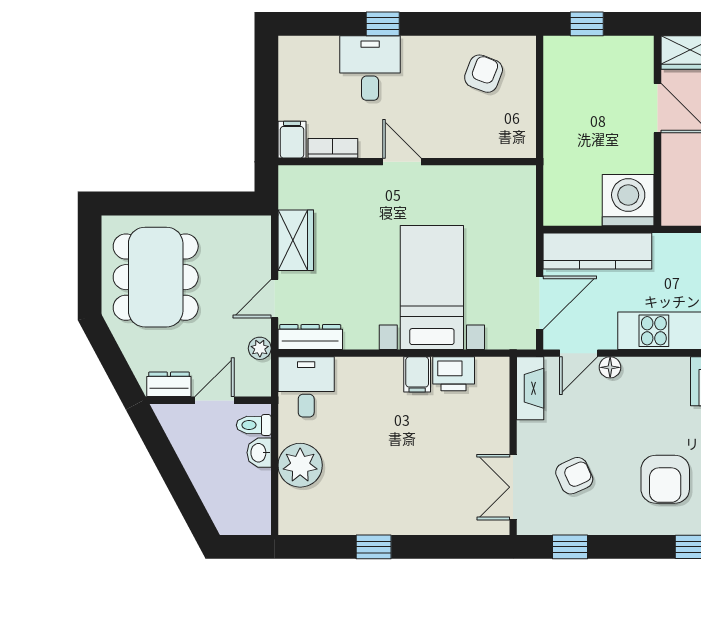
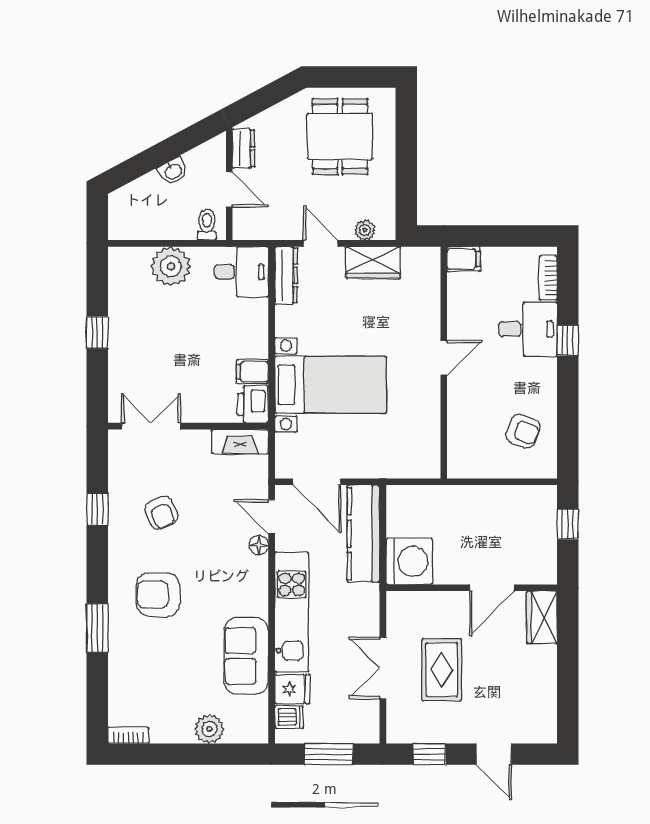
bookcase: (333, 148) -> (548, 278), moved, turned 180
dining table: (156, 277) -> (340, 136), width x0.73
plant: (260, 348) -> (365, 230), moved
fireplace: (530, 388) -> (240, 441), moved
wall: (513, 446) -> (188, 426), moved
washbasin: (259, 453) -> (173, 171), moved, turned 152
double door: (513, 487) -> (151, 426), moved

